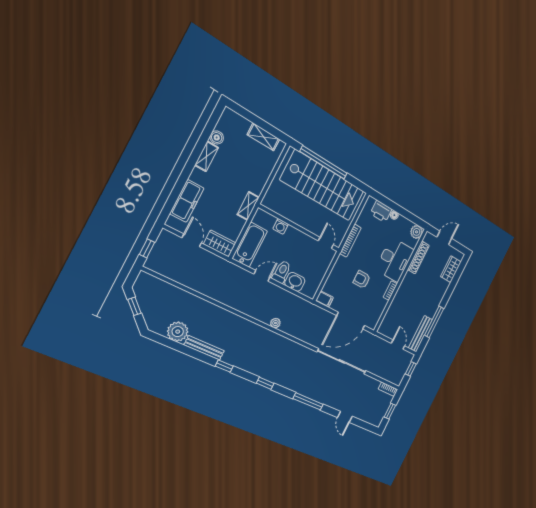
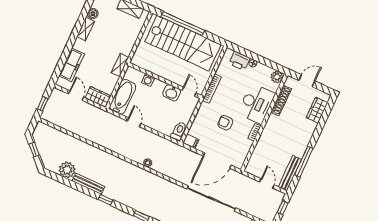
toilet: (282, 272) -> (179, 131), moved
door: (262, 276) -> (134, 122), hinge flipped
washbasin: (295, 282) -> (172, 93), moved, turned 180

